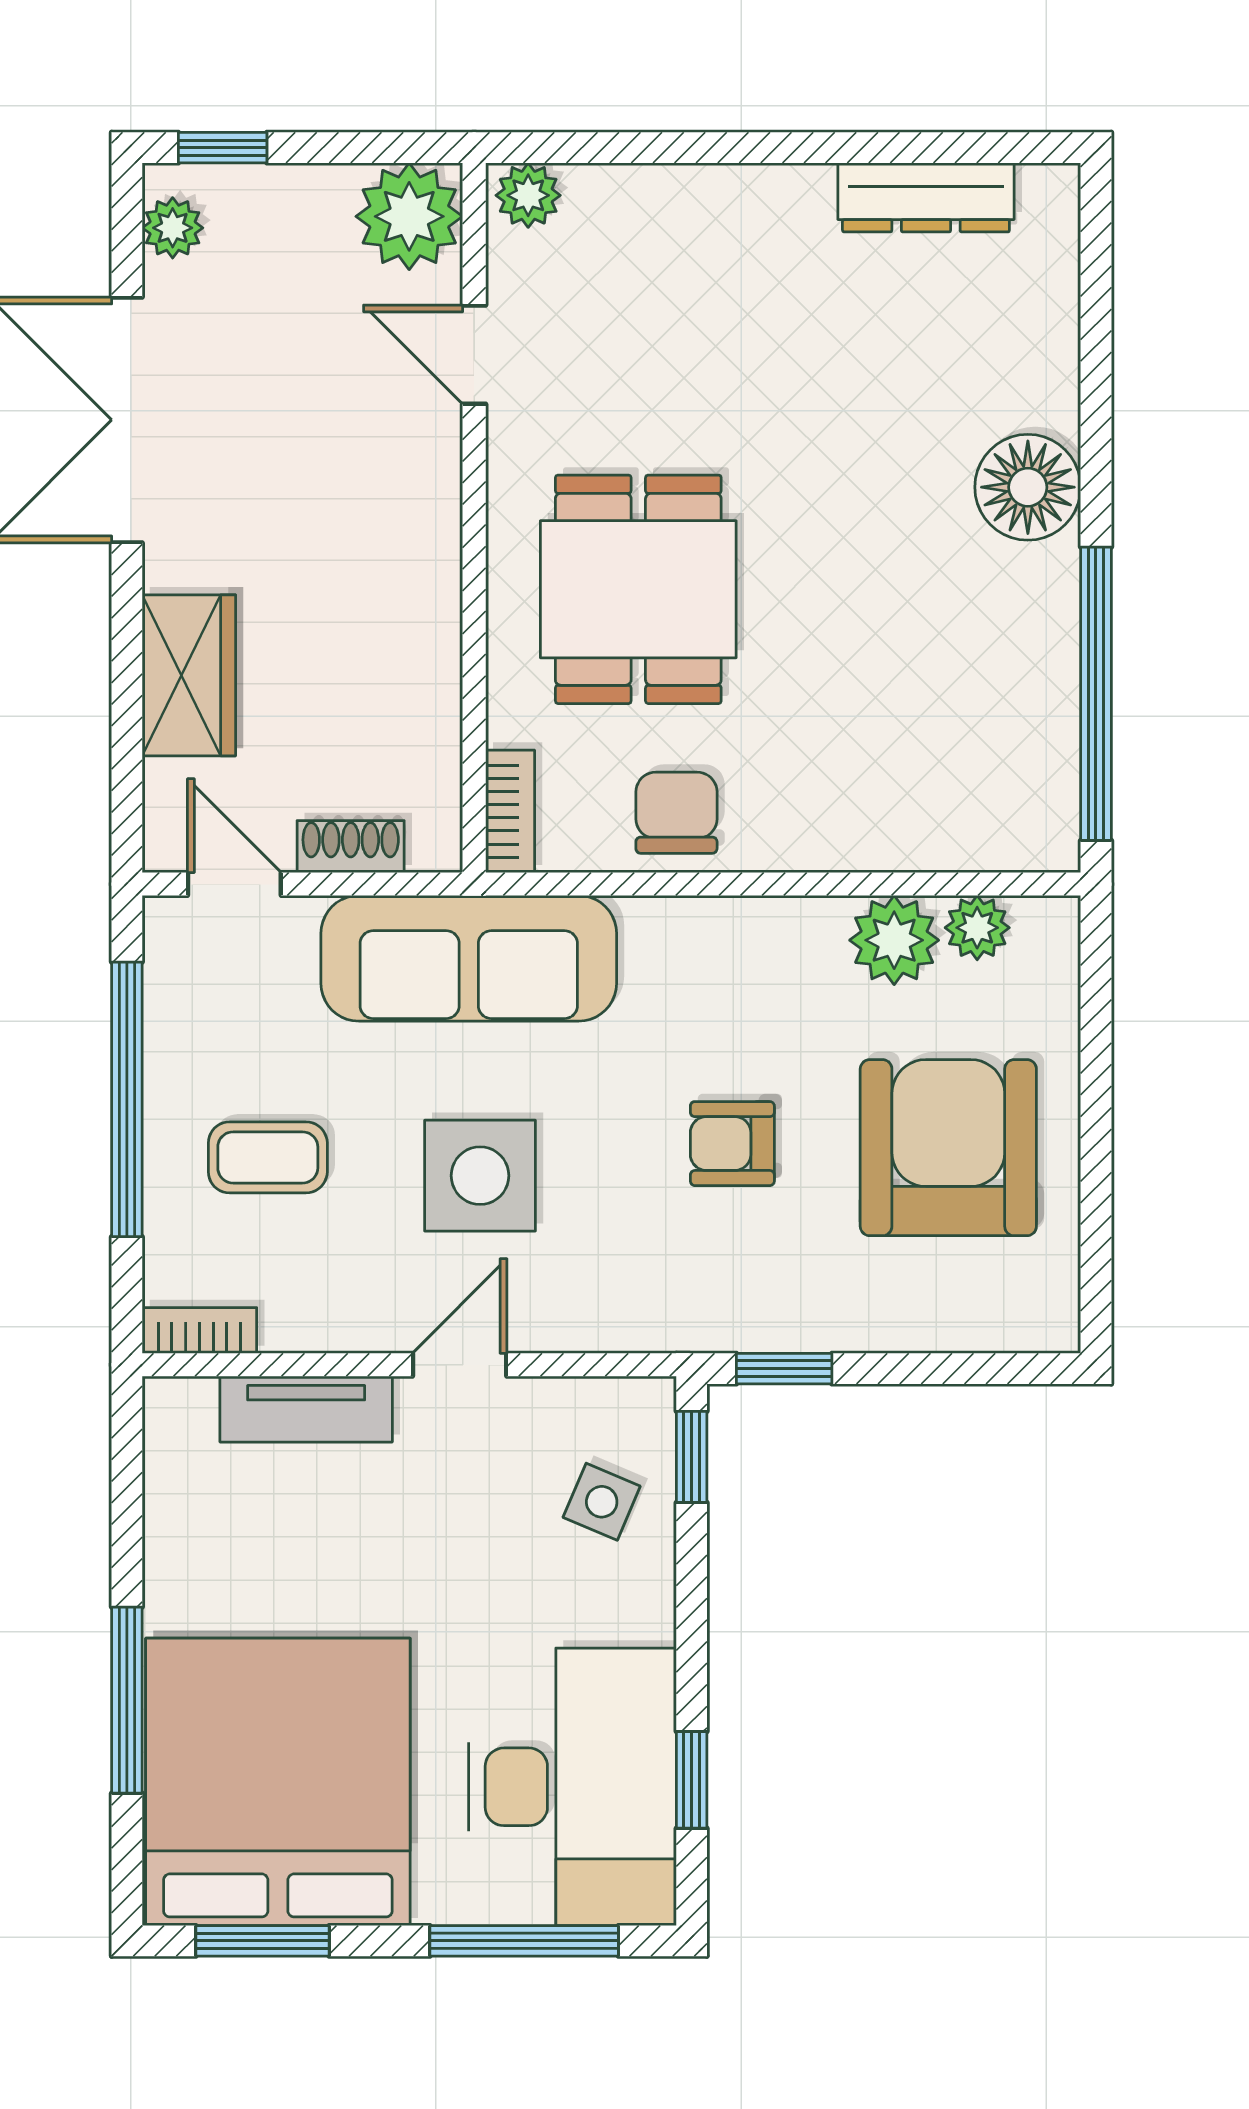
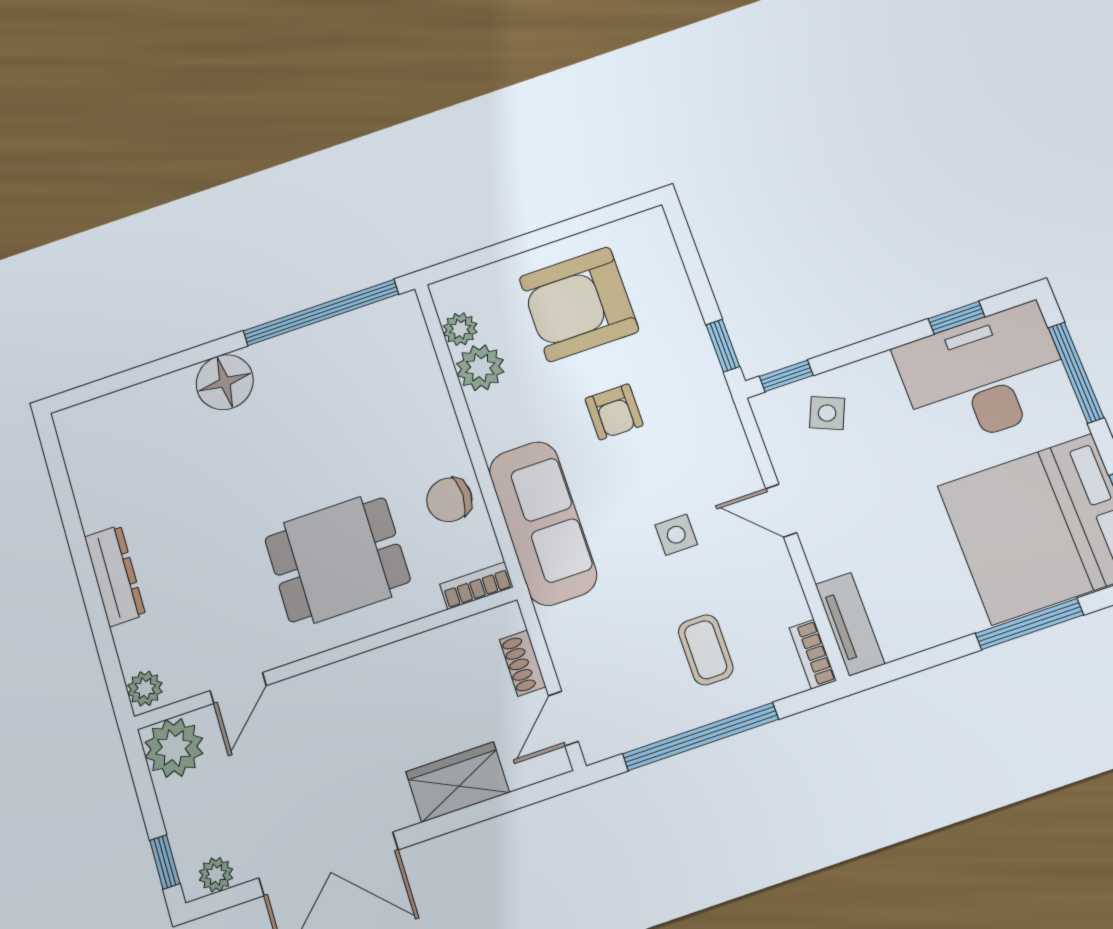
dresser: (926, 197) -> (115, 576), moved
sofa: (469, 958) -> (543, 523), moved
side table: (480, 1176) -> (676, 535), width x0.54, depth x0.54
tv unit: (306, 1409) -> (850, 624), moved

